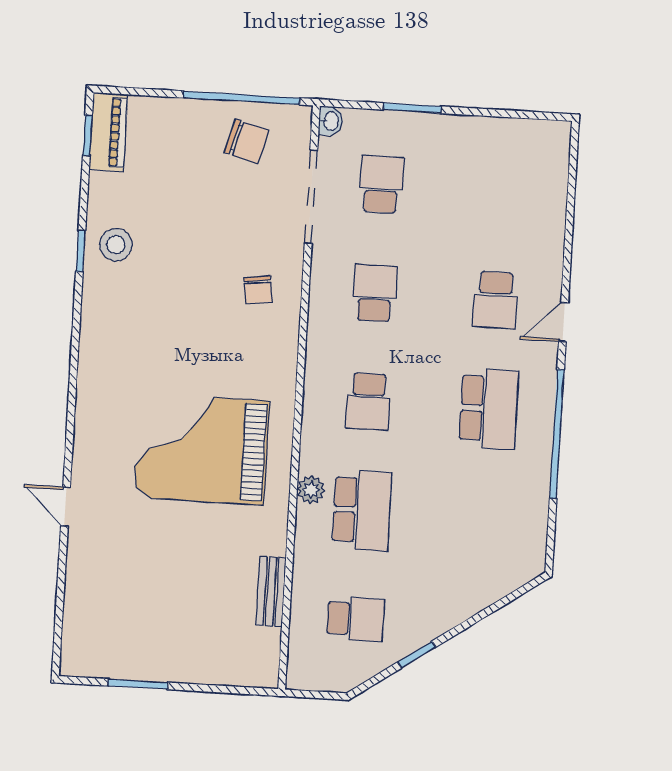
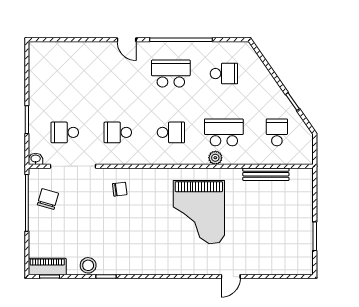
stool: (116, 245) -> (88, 265), moved
school desk: (495, 300) -> (224, 74), moved
bench: (271, 591) -> (266, 174), width x1.36

